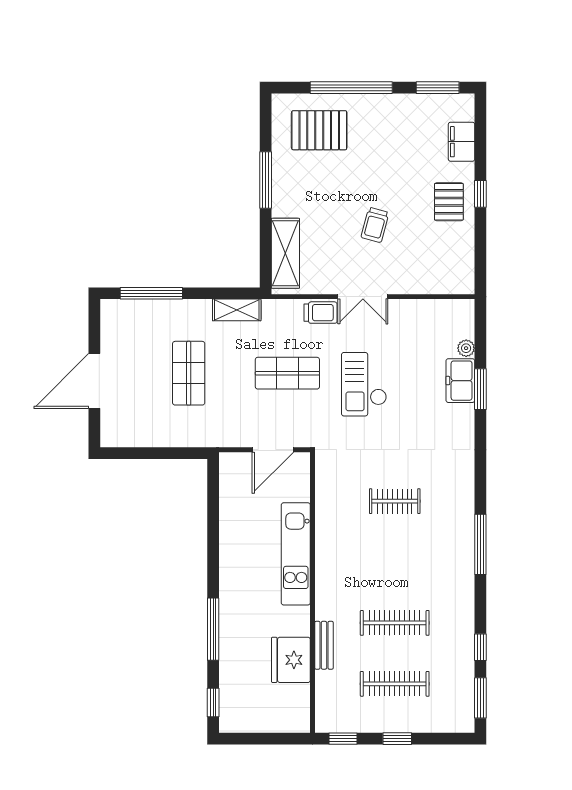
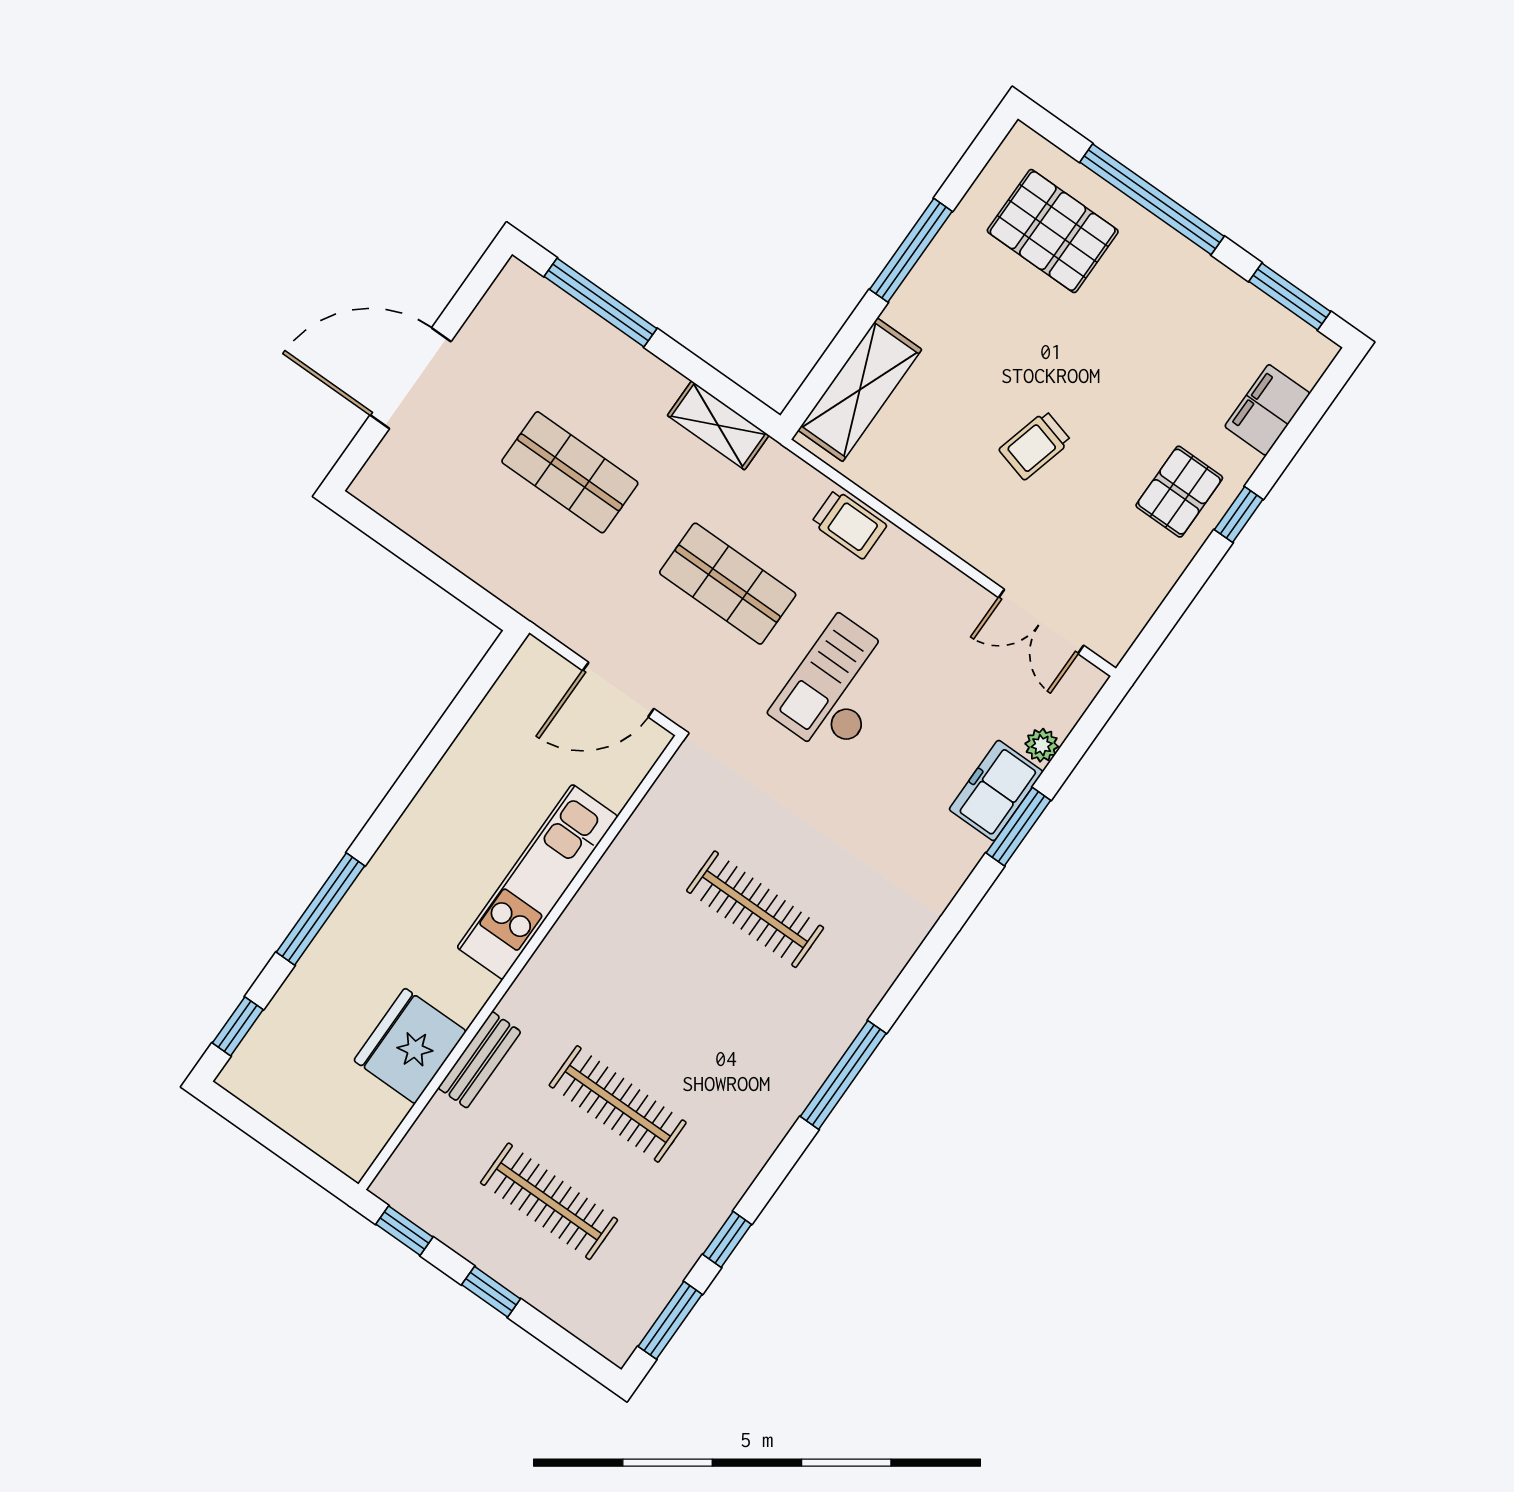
double door: (363, 297) -> (1041, 621), moved
shop shelf: (189, 373) -> (570, 472), turned 90
clothes rail: (395, 501) -> (755, 909), width x1.36

